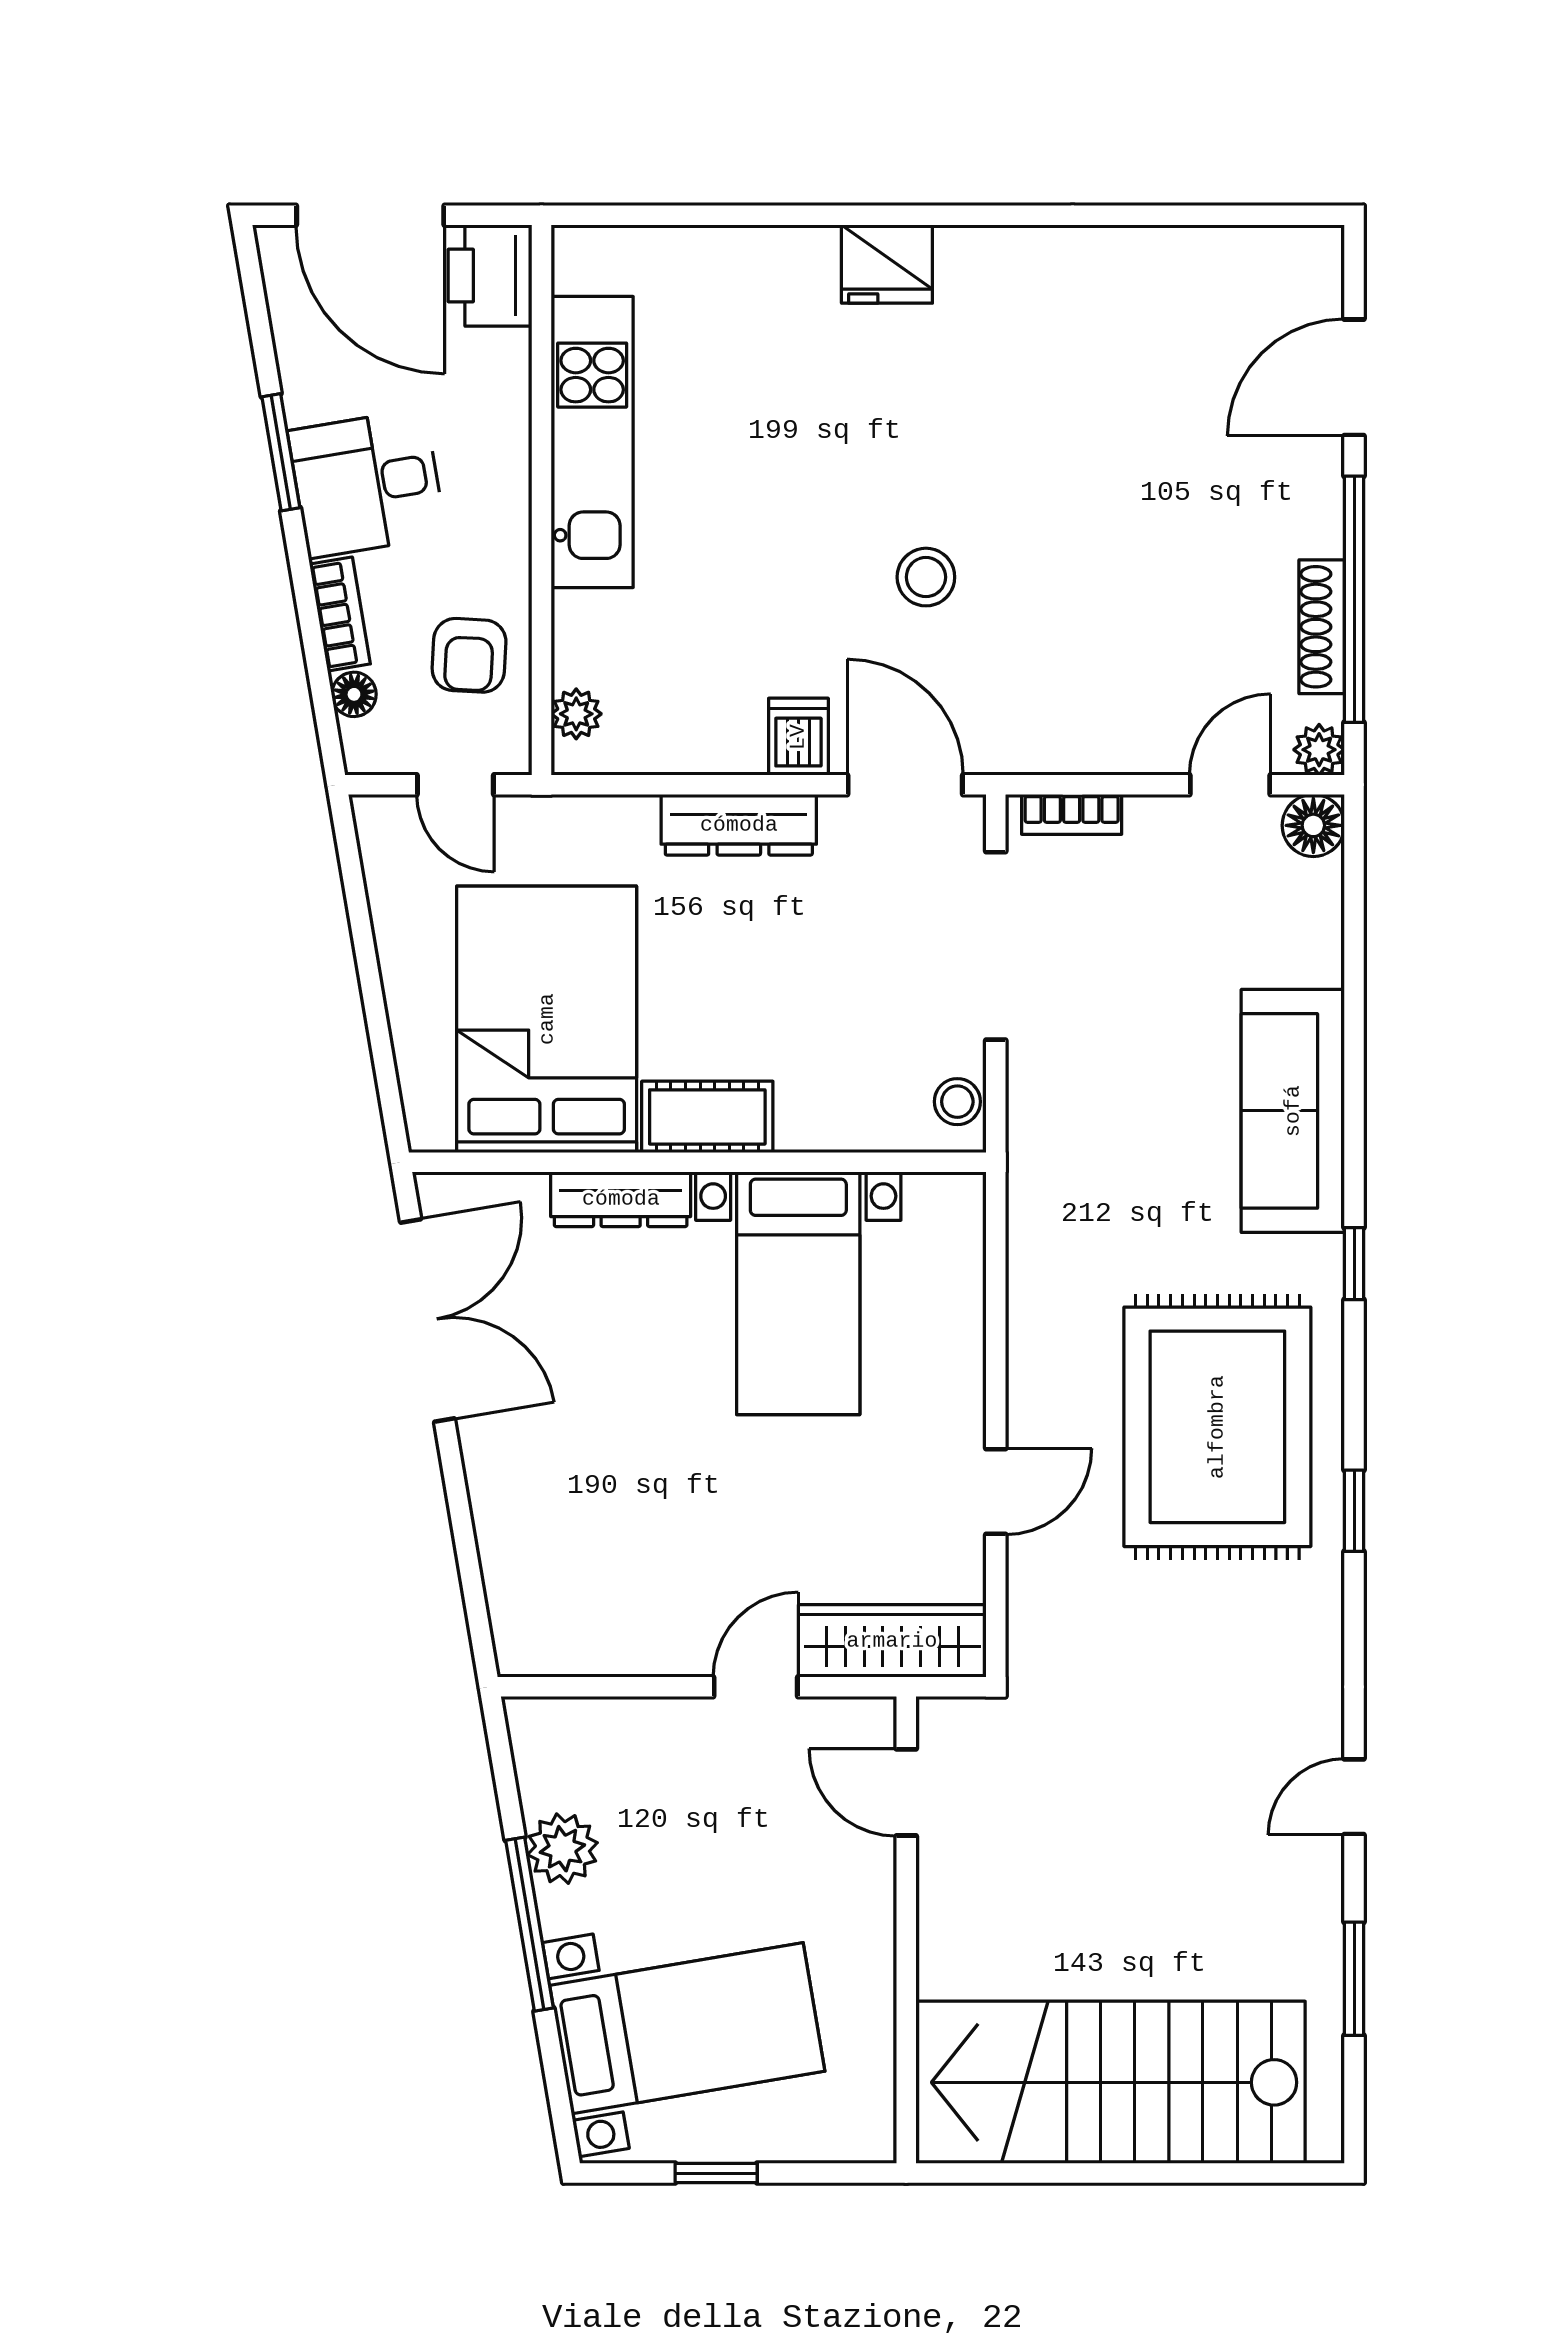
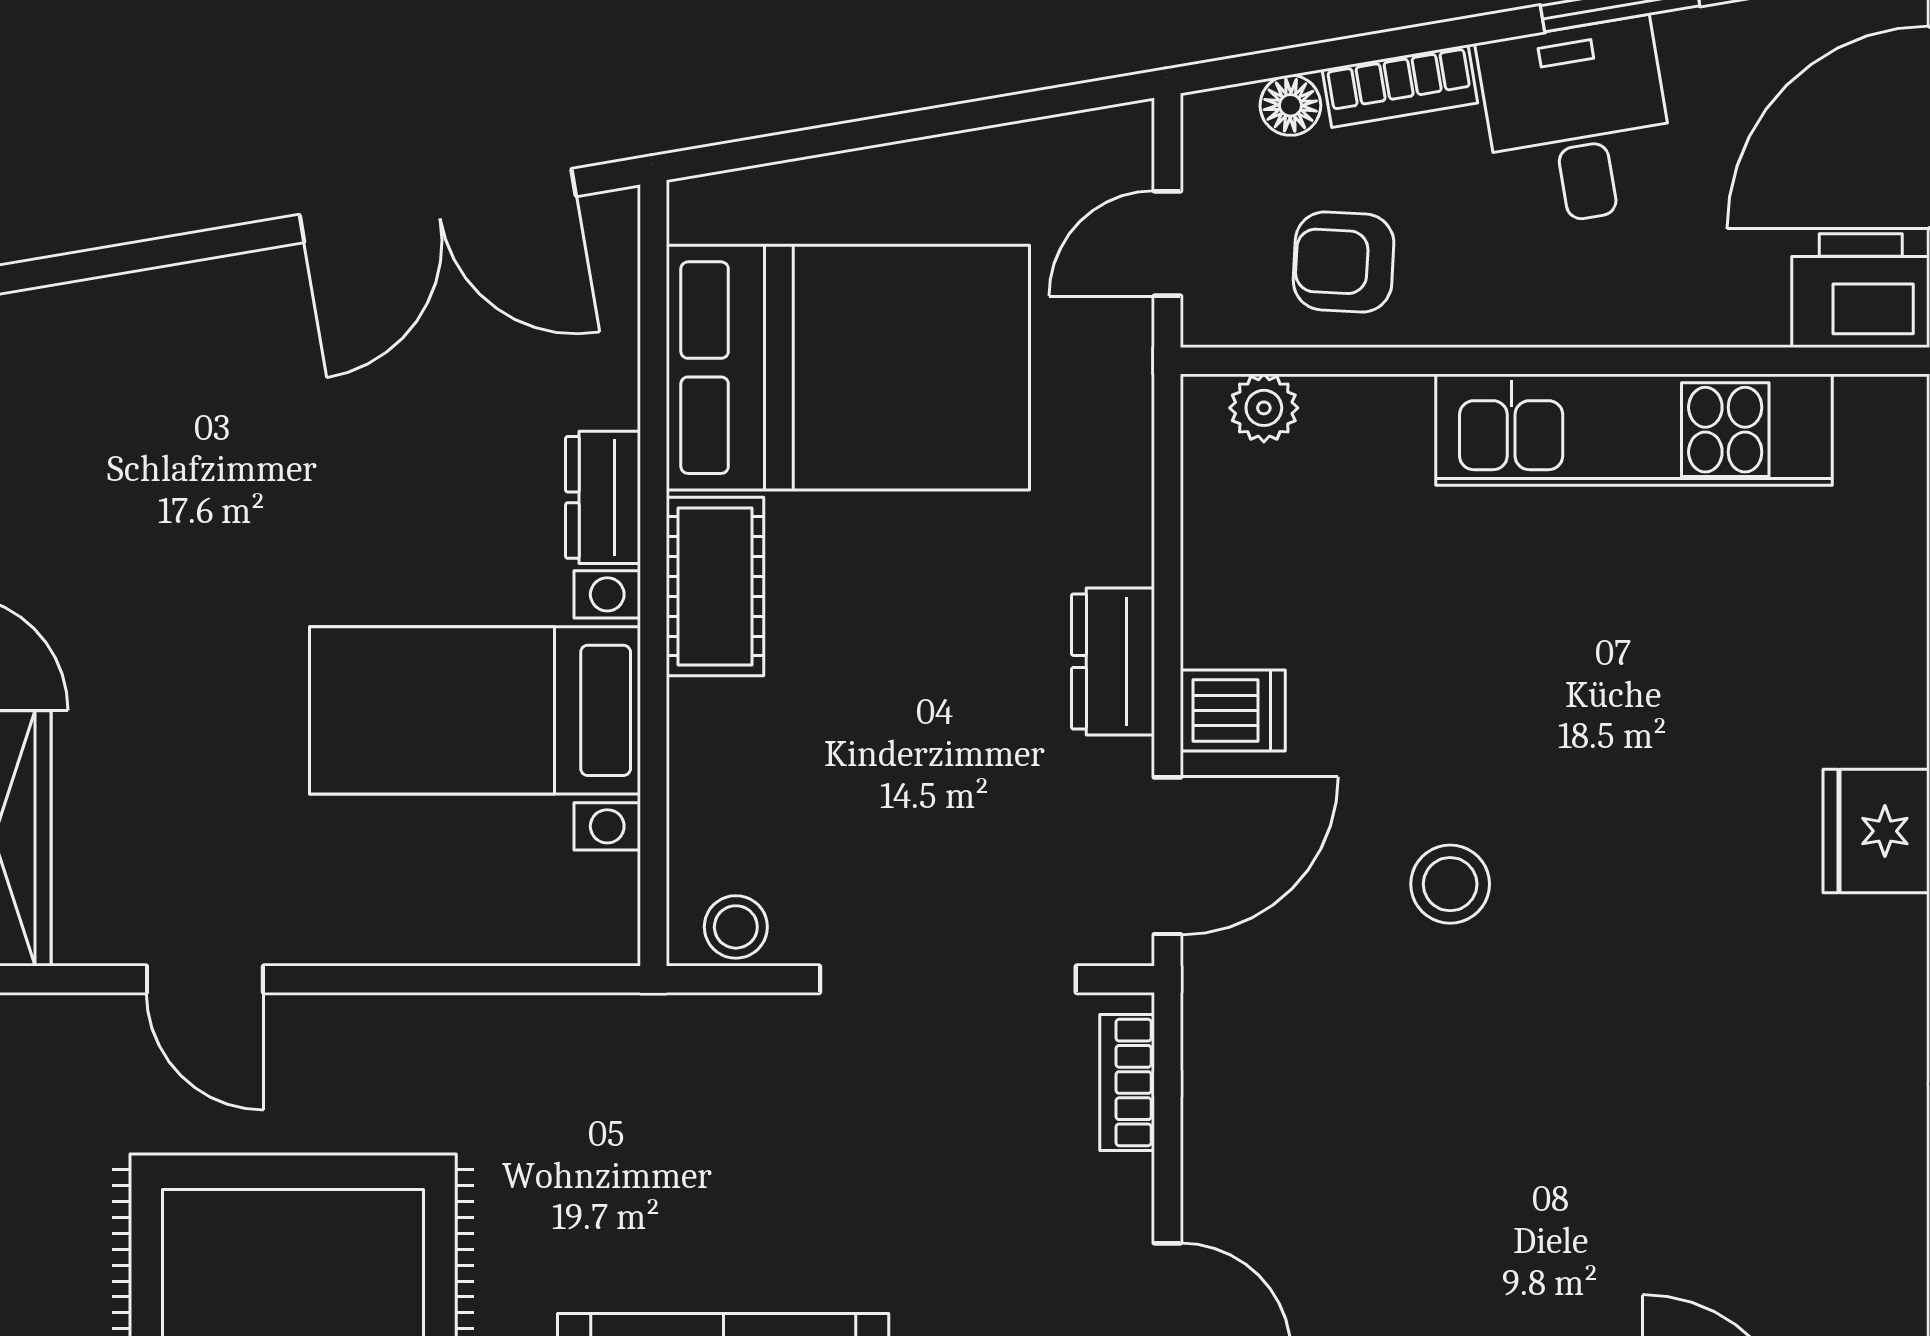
dresser: (739, 825) -> (1113, 661), width x0.70
dresser: (621, 1199) -> (603, 497), width x0.70

